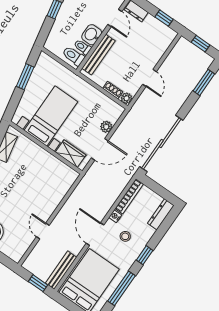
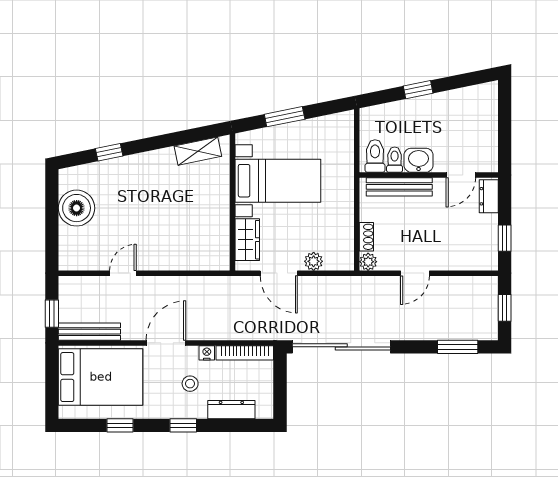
window: (25, 77) -> (285, 117), moved
dresser: (161, 214) -> (231, 410), moved
window: (122, 288) -> (120, 425), width x0.46

